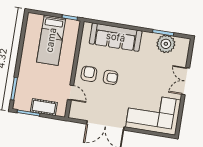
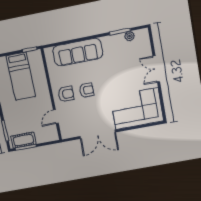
plant: (166, 44) -> (130, 36), width x0.53, depth x0.53
armchair: (89, 74) -> (66, 94), turned 90
door: (71, 92) -> (56, 116), swing flipped
cot: (44, 107) -> (23, 140), moved

